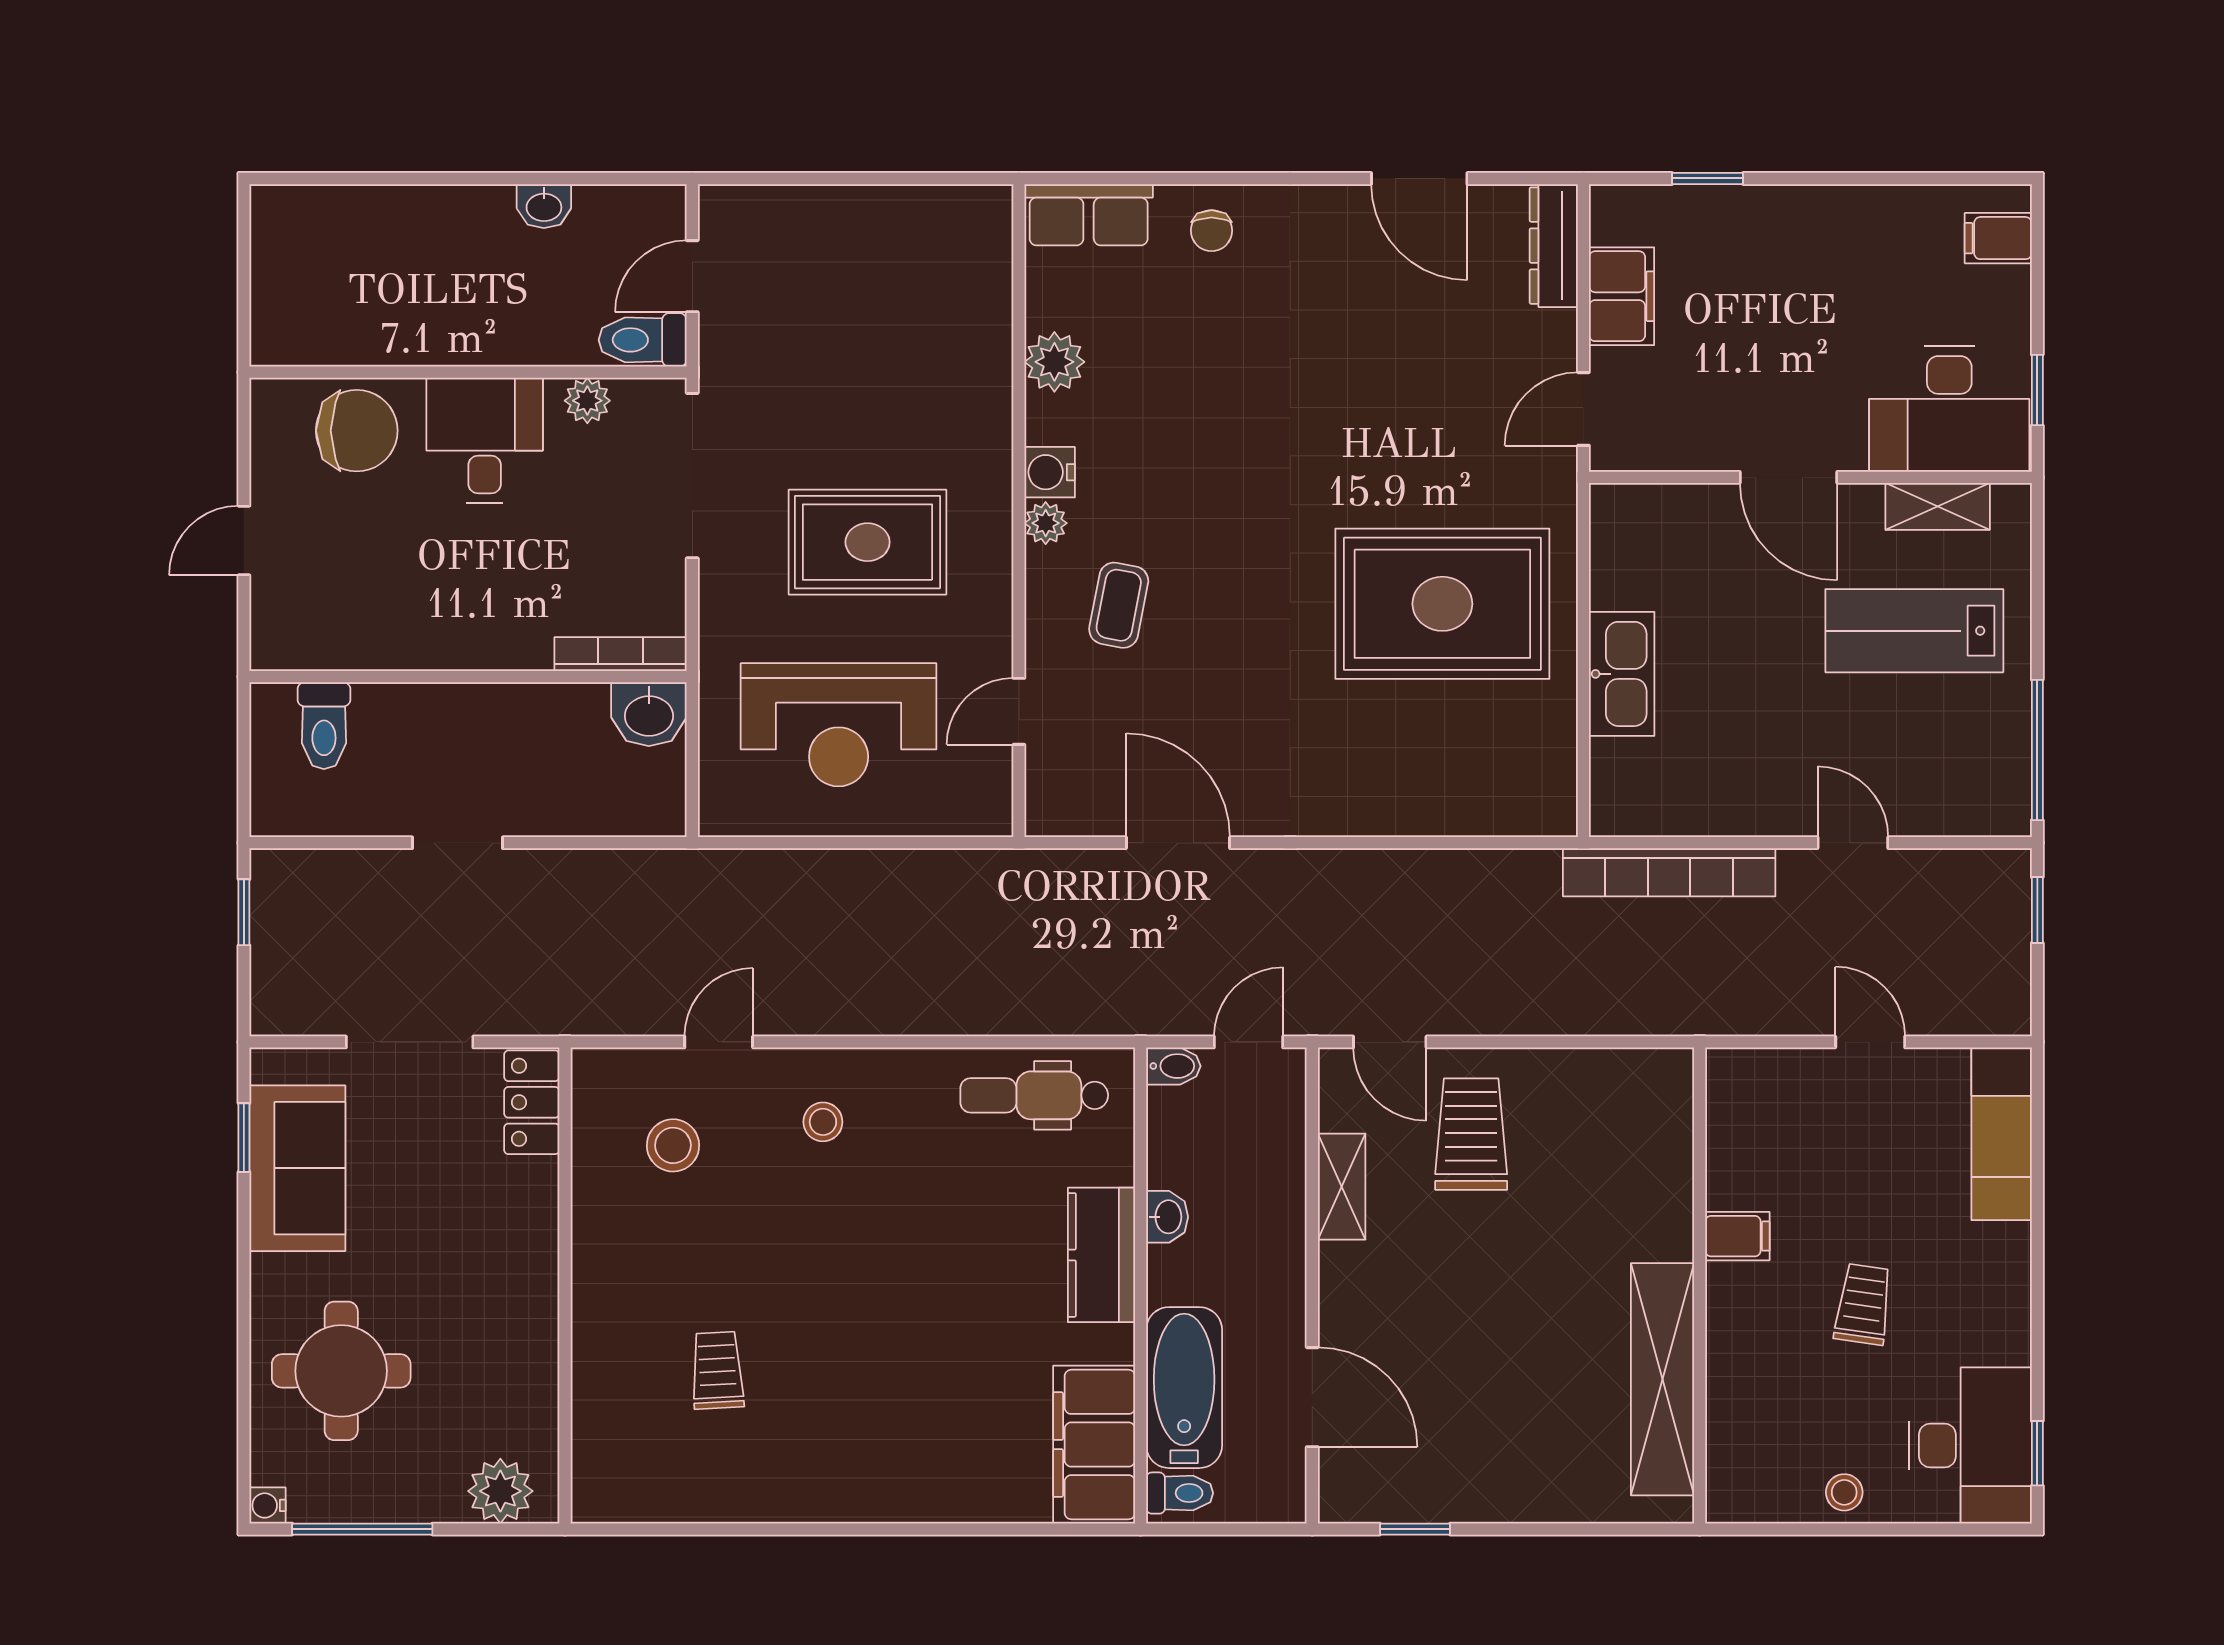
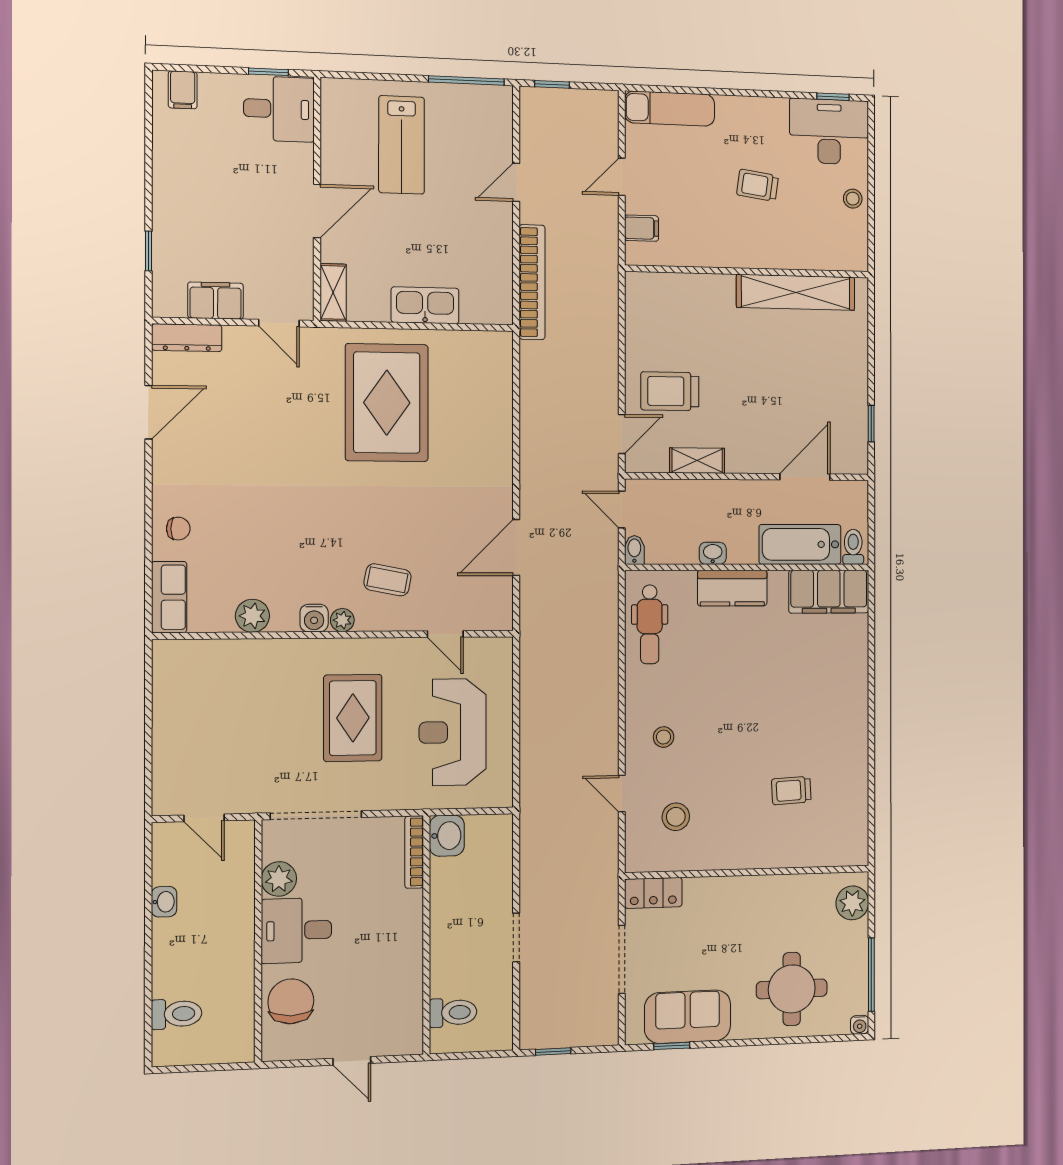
toilet: (643, 340) -> (177, 1014), moved, turned -90
plant: (587, 401) -> (279, 879), width x1.38, depth x1.38
desk: (1949, 409) -> (279, 109), width x0.73
shelving: (1938, 506) -> (333, 292), moved
reception desk: (839, 725) -> (453, 732), turned 180
filing cabinet: (1737, 1236) -> (641, 228), moved, turned 90

